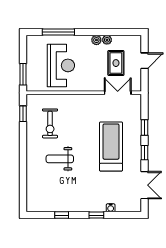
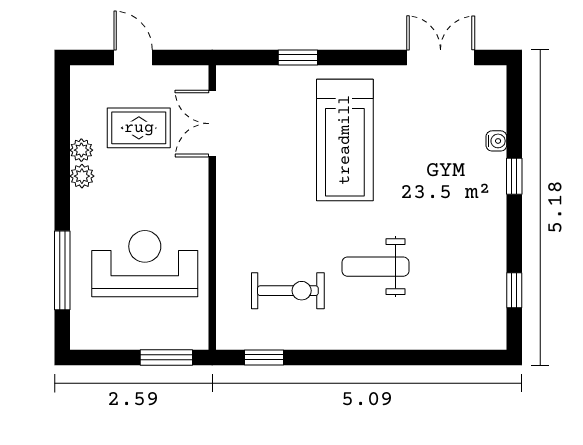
treadmill: (111, 146) -> (345, 140), turned -90
window: (144, 153) -> (360, 58), removed
weight bench: (60, 159) -> (375, 267), turned 90
window: (62, 215) -> (514, 290), moved

